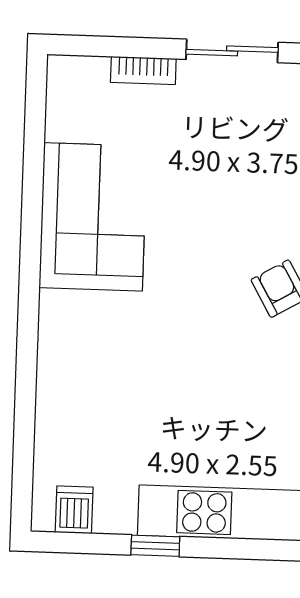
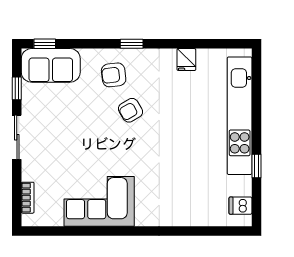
bookcase: (143, 70) -> (28, 198), moved

